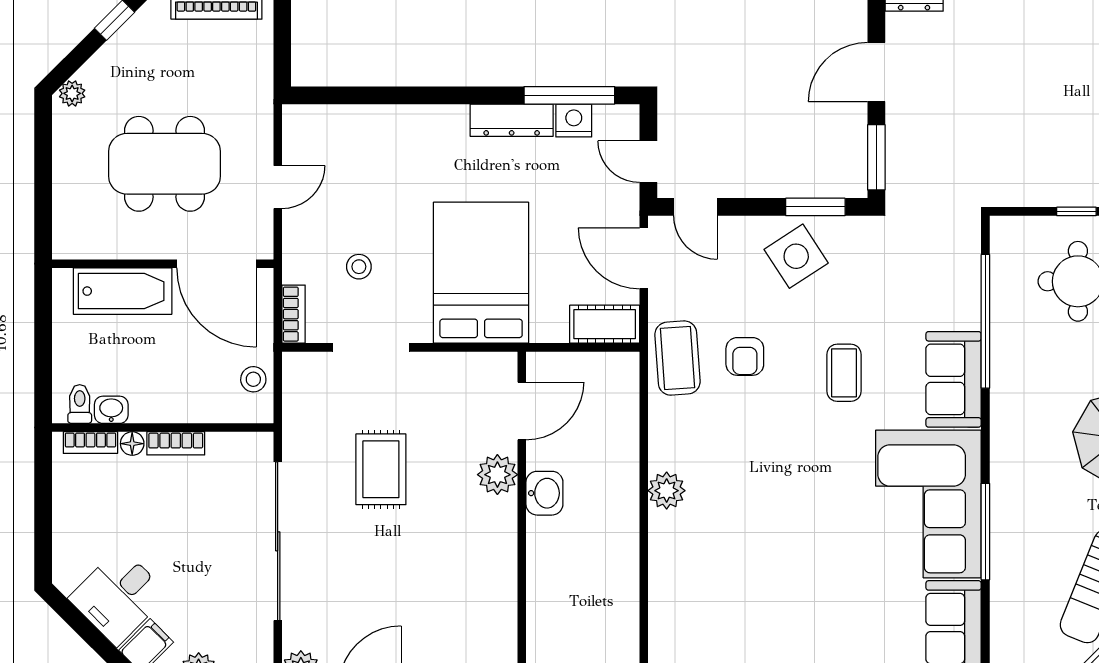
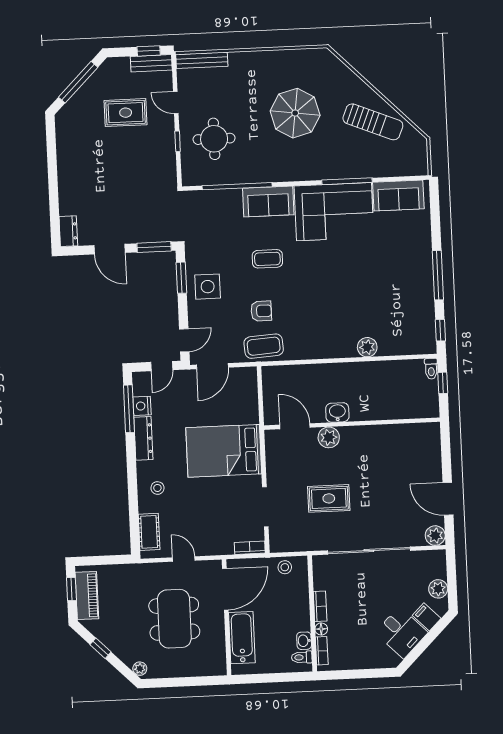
side table: (796, 256) -> (208, 287), turned 33
stool: (359, 267) -> (157, 488), moved
cot: (605, 324) -> (149, 532), moved
plant: (667, 491) -> (367, 347), moved

